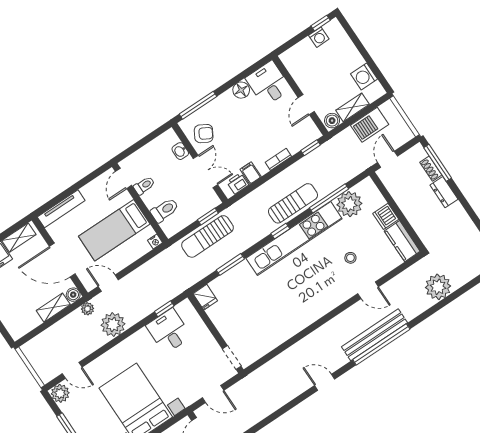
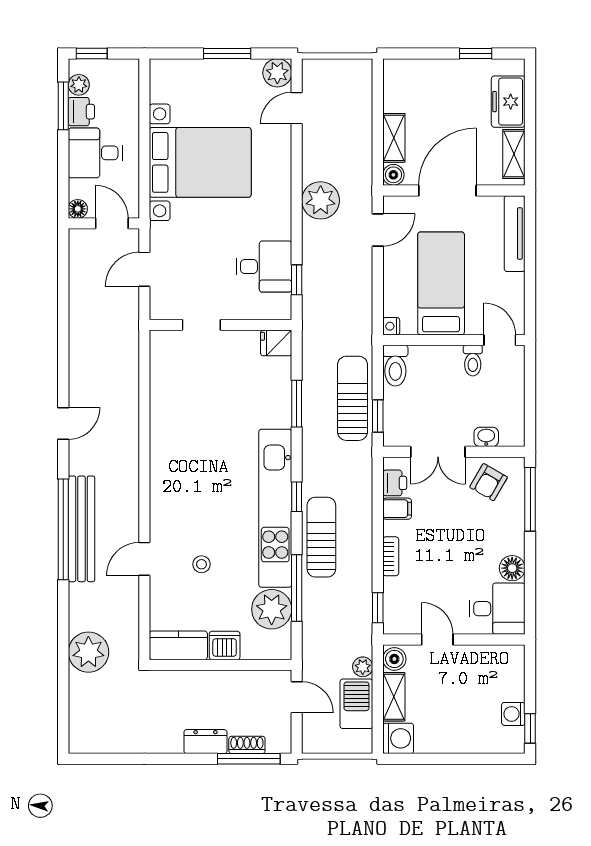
washing machine: (364, 76) -> (398, 738), moved, turned 90
sun lounger: (293, 203) -> (321, 537), turned 180
toilet: (165, 210) -> (395, 366), moved
plant: (88, 309) -> (363, 667), moved
doorway: (232, 358) -> (201, 325), moved

